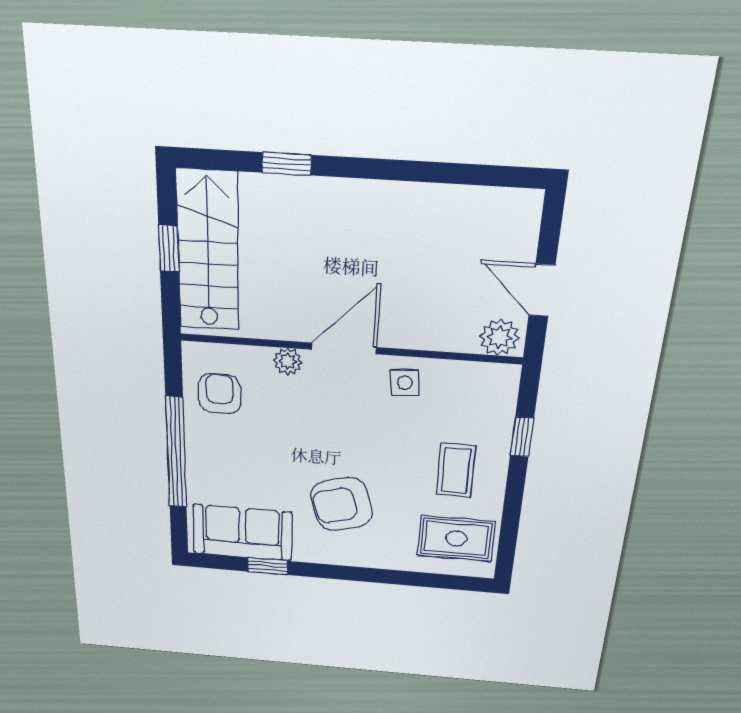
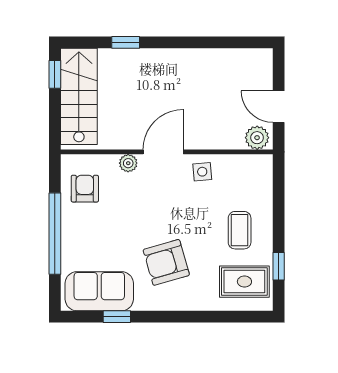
window: (169, 248) -> (55, 74), moved
window: (522, 437) -> (279, 266), moved

